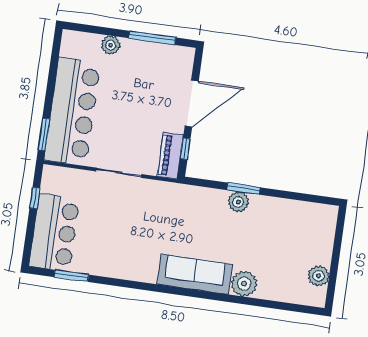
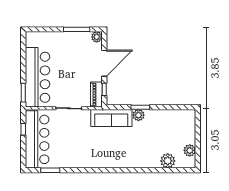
plant: (111, 45) -> (97, 37), moved
bar counter: (54, 232) -> (37, 139), width x1.36
sofa: (195, 274) -> (111, 118), moved, turned 180
plant: (244, 284) -> (168, 161), moved

